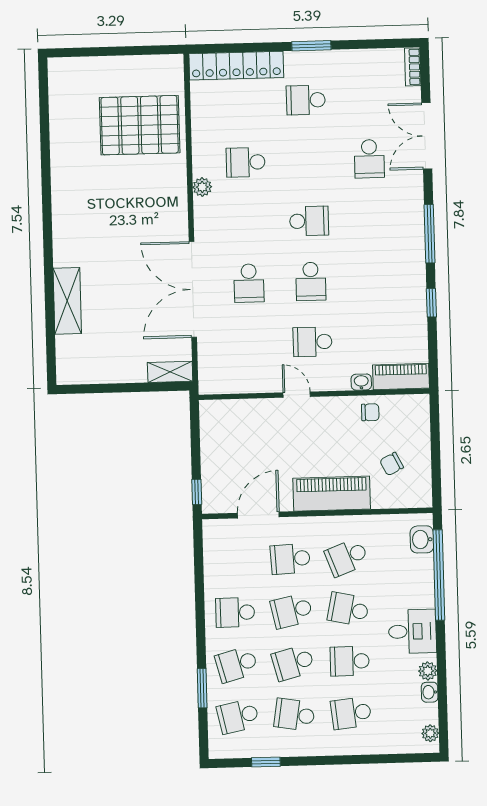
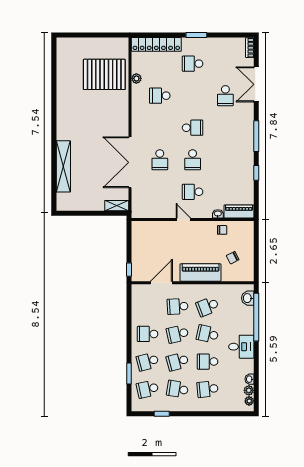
plant: (202, 187) -> (136, 78), moved
shelving: (67, 301) -> (63, 166), width x1.47
plant: (428, 671) -> (249, 390), moved

